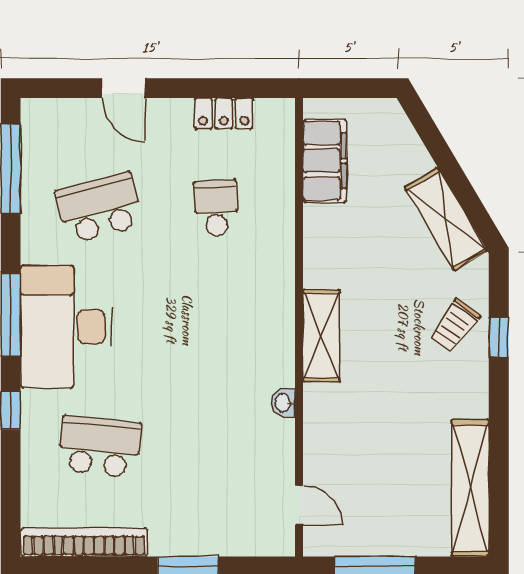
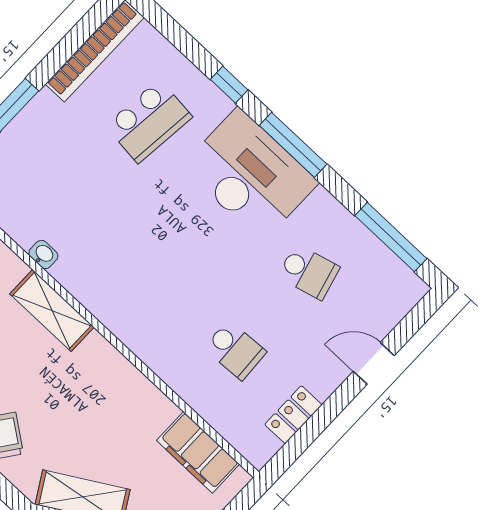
school desk: (99, 208) -> (309, 272), width x0.54
shelving: (321, 336) -> (52, 310), moved
washbasin: (283, 403) -> (43, 254), moved

